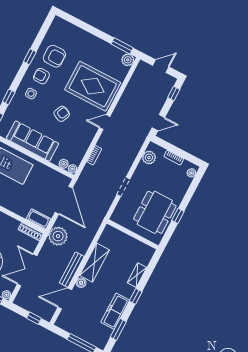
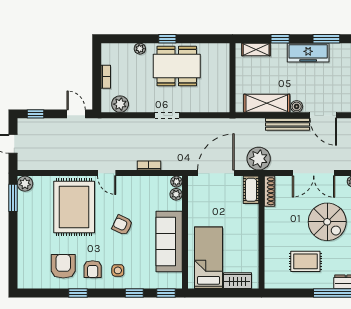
plant: (191, 173) -> (140, 49), moved
wall: (133, 234) -> (233, 78), moved

